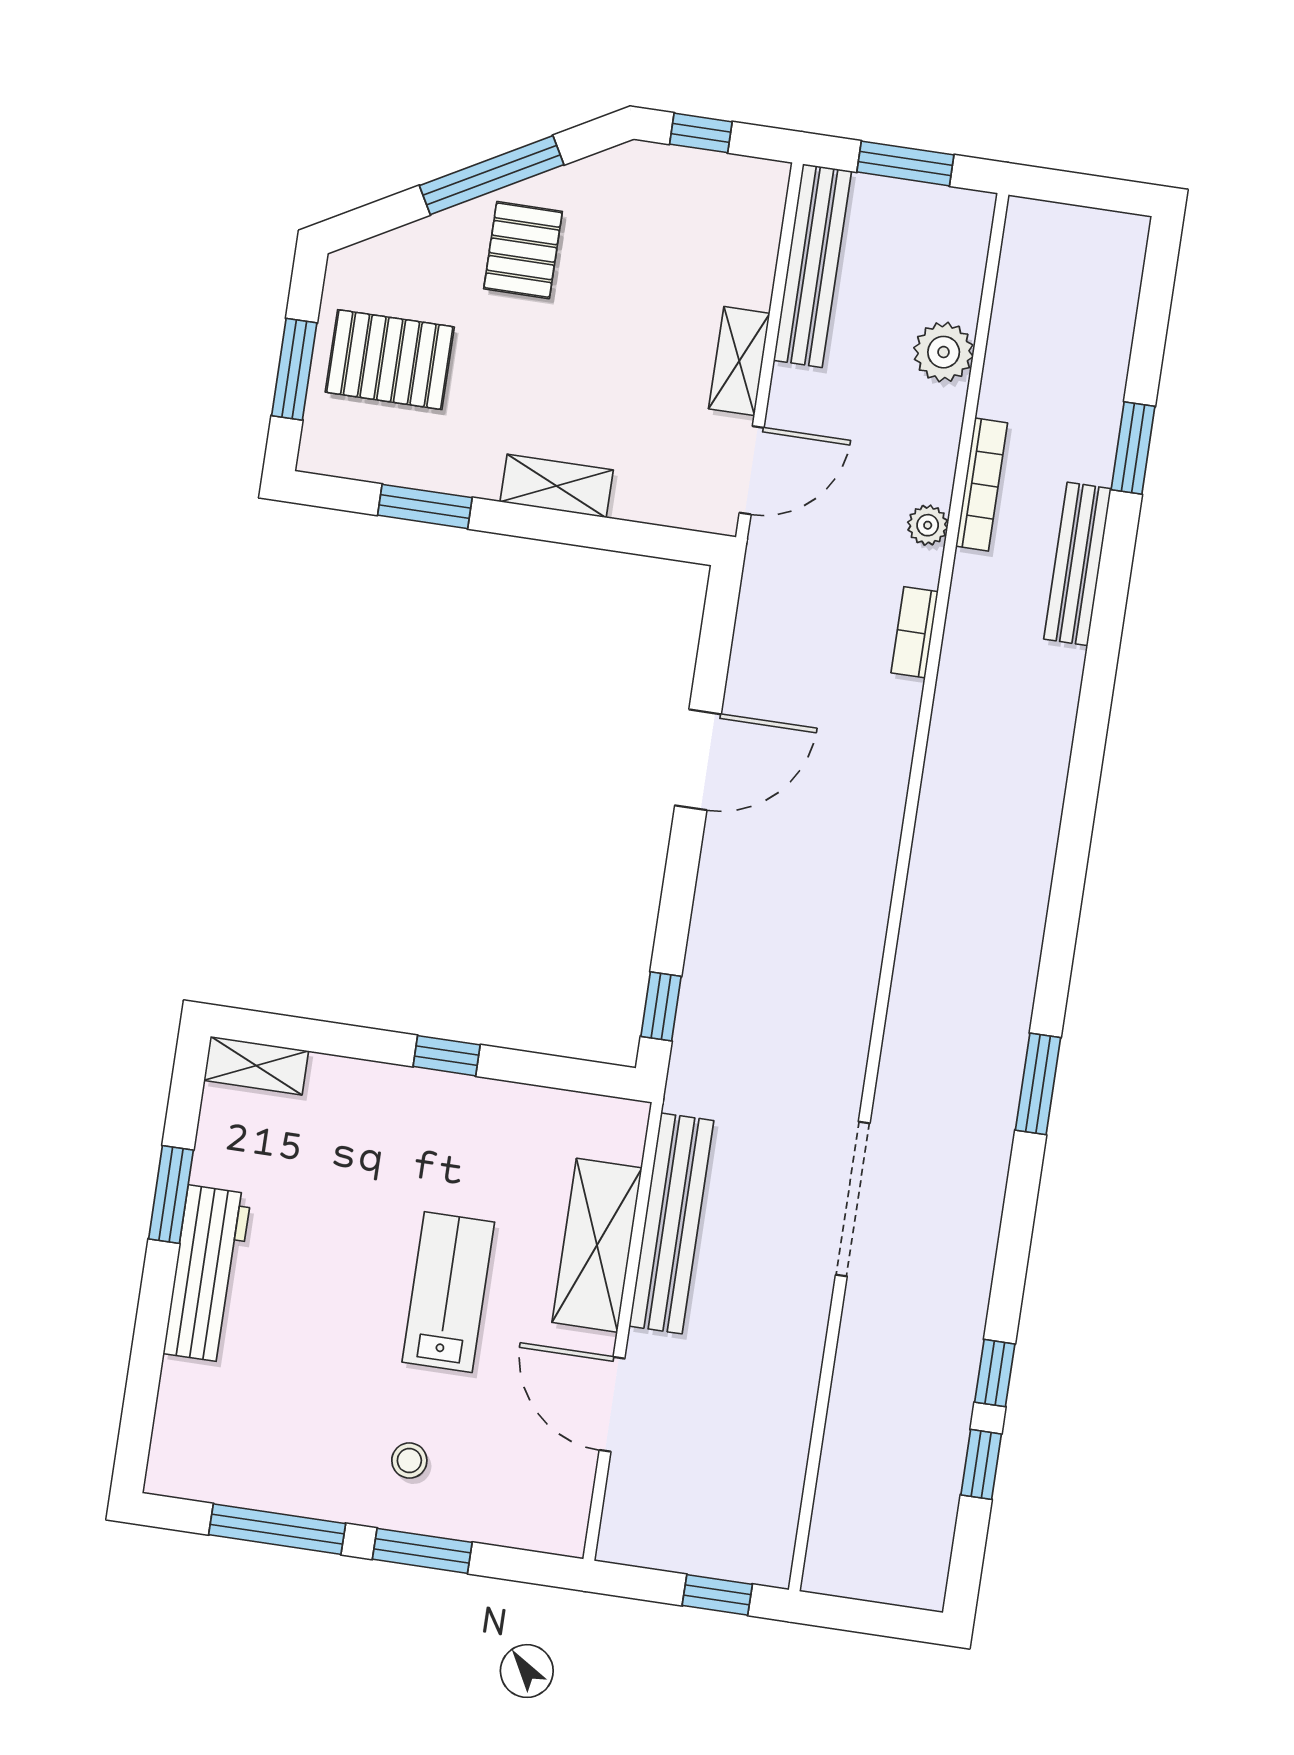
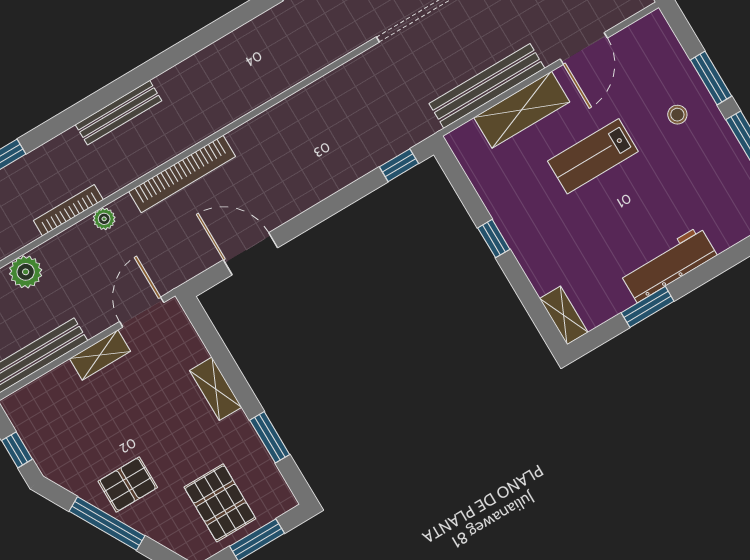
door: (752, 470) -> (142, 312), hinge flipped
bench: (1077, 564) -> (119, 113), moved
bookcase: (915, 632) -> (182, 174), width x2.31, depth x1.31
door: (698, 760) -> (251, 254), moved

